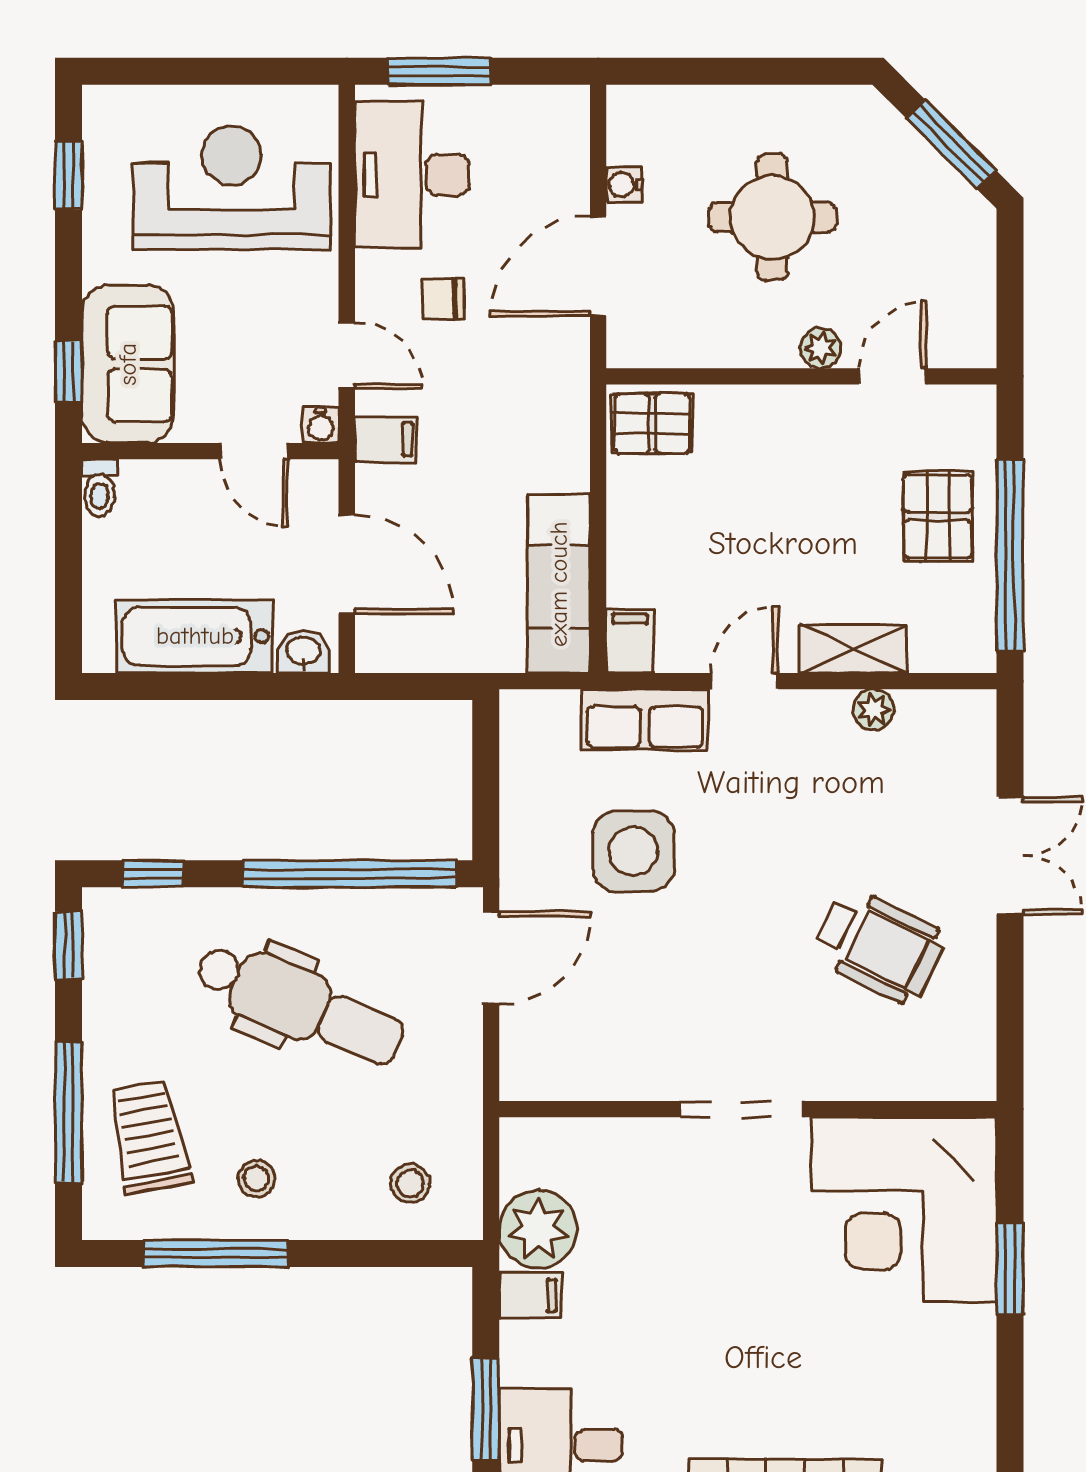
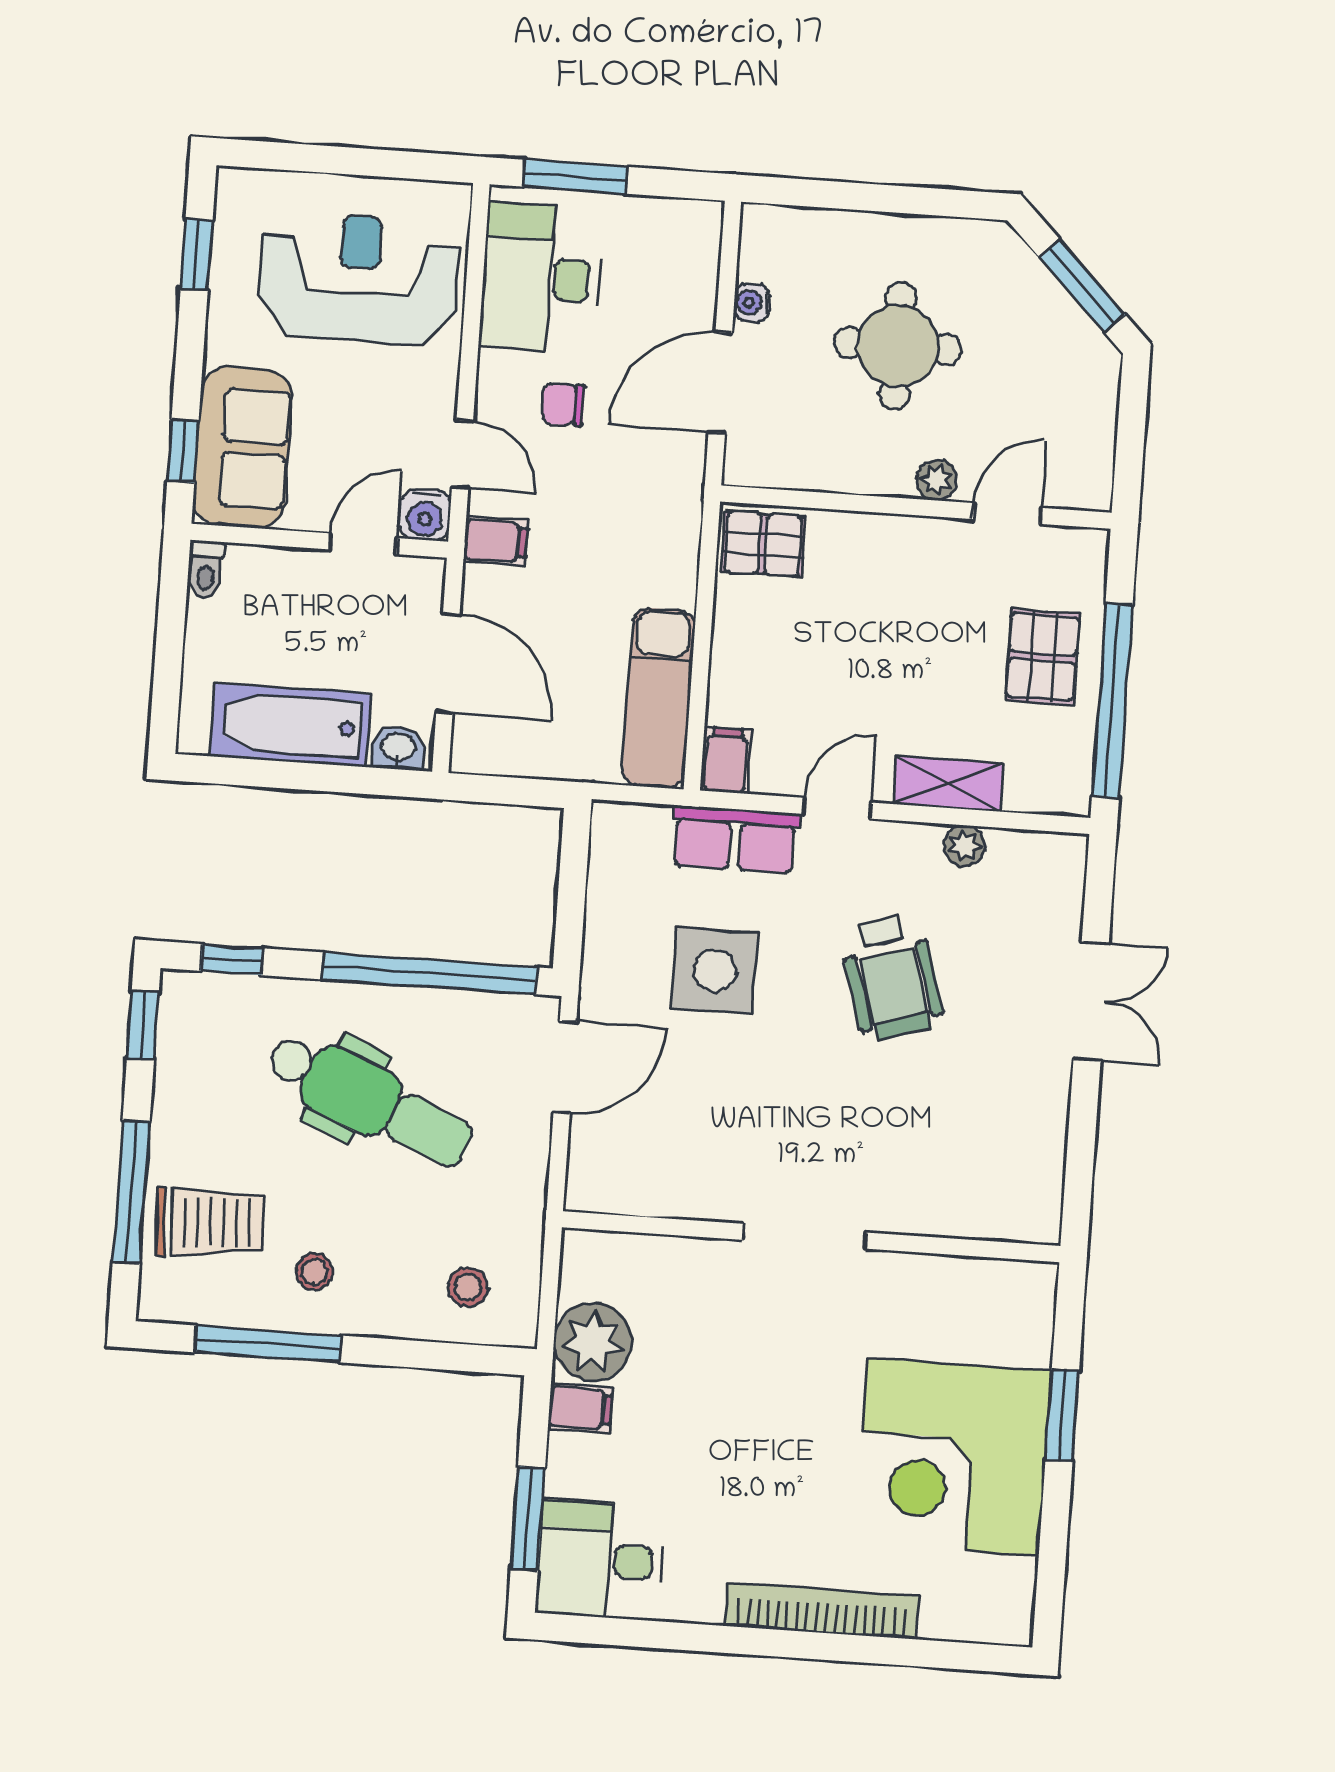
water cooler: (321, 425) -> (425, 515), width x1.38, depth x1.38
door: (254, 451) -> (363, 544), swing flipped
wheelchair: (879, 946) -> (892, 977), moved, turned 47
trolley: (149, 1137) -> (210, 1222), turned 98
corner desk: (904, 1210) -> (953, 1457), moved

